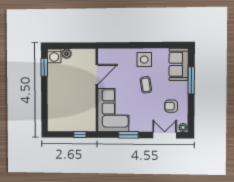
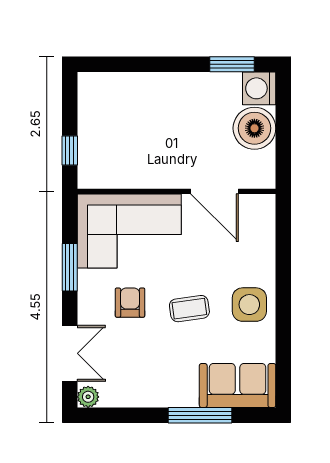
boiler: (66, 54) -> (254, 128), width x1.86, depth x1.86
armchair: (171, 106) -> (130, 303), moved

